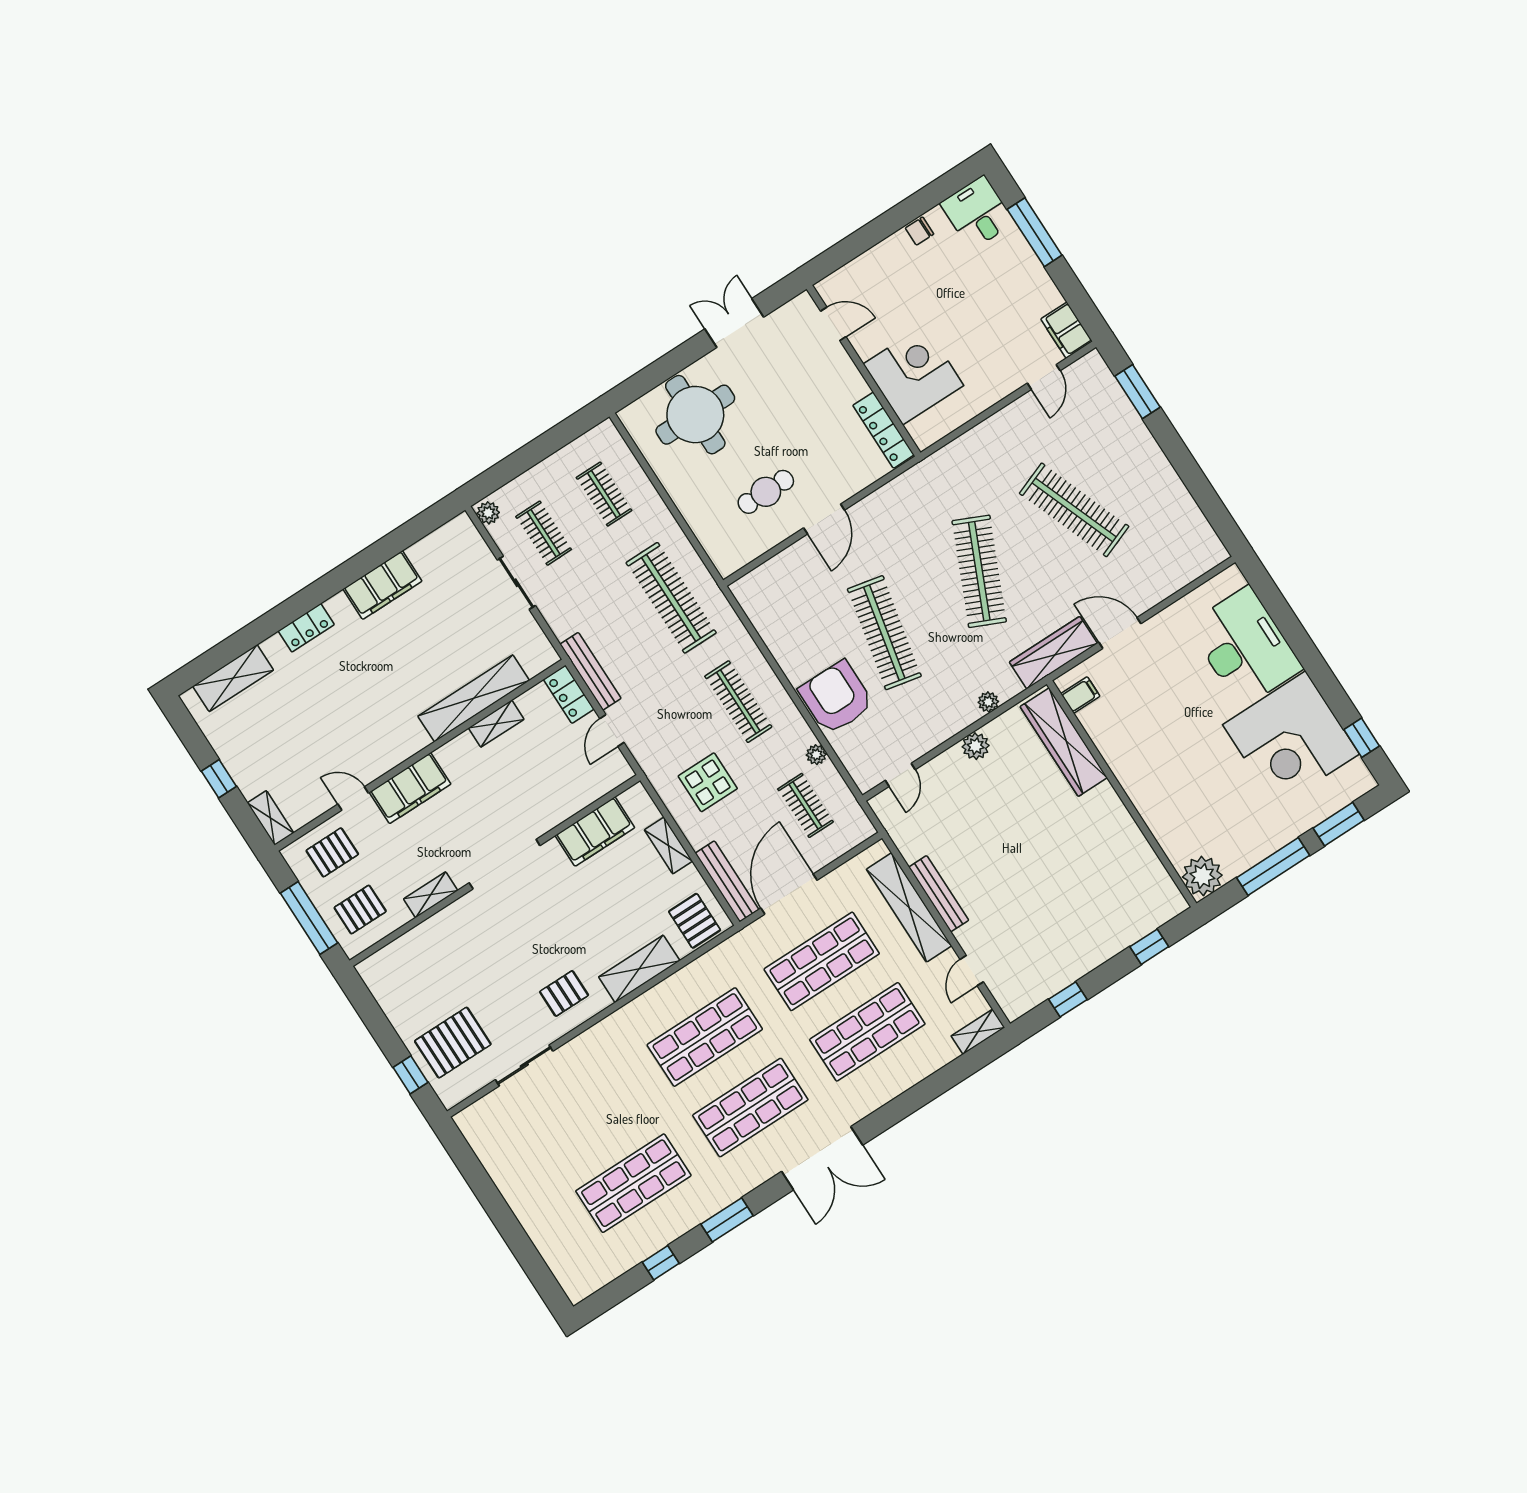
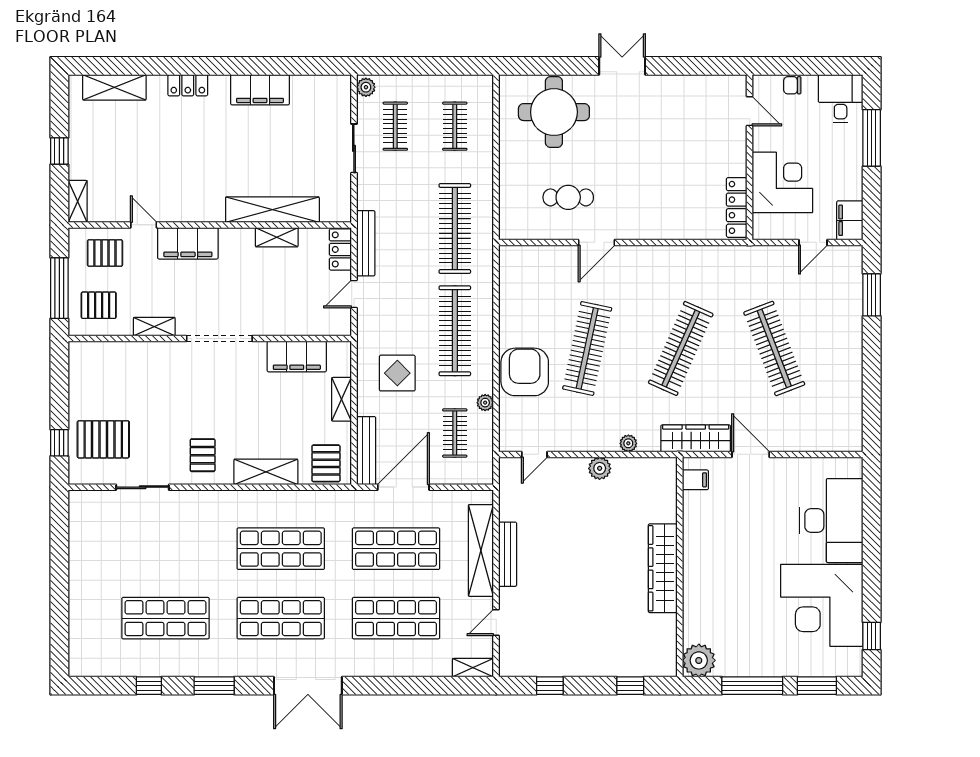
door: (833, 324) -> (750, 111), moved
wall: (864, 371) -> (750, 157), moved
corner desk: (913, 375) -> (782, 182), moved
locker: (883, 430) -> (737, 207), moved
clothes rail: (738, 702) -> (455, 331), width x1.37, depth x1.31
wardrobe: (1064, 742) -> (663, 568), moved
pallet: (564, 993) -> (203, 455), turned 90

